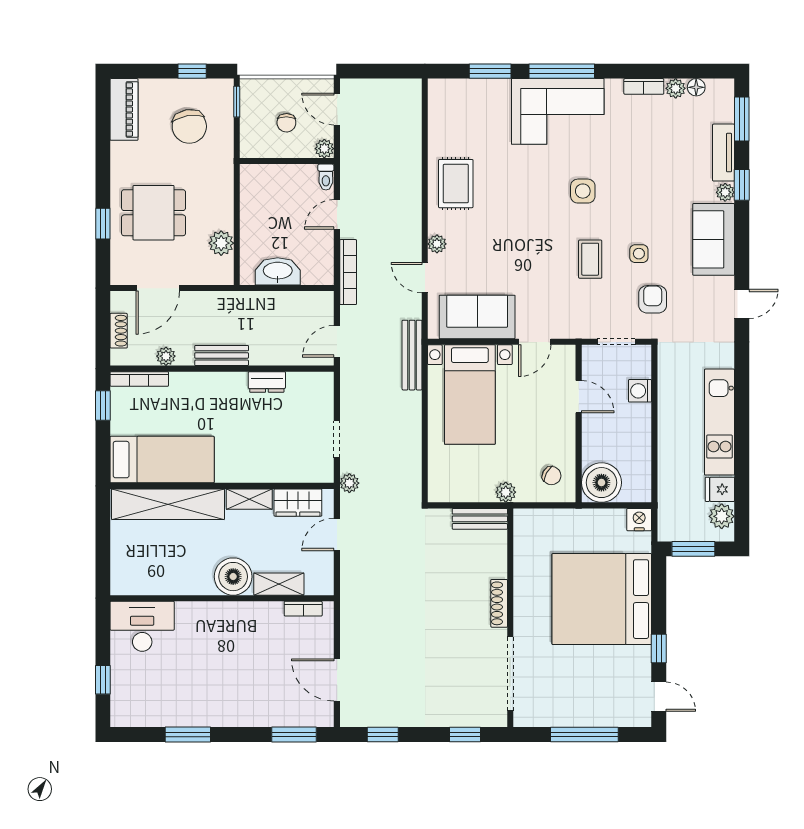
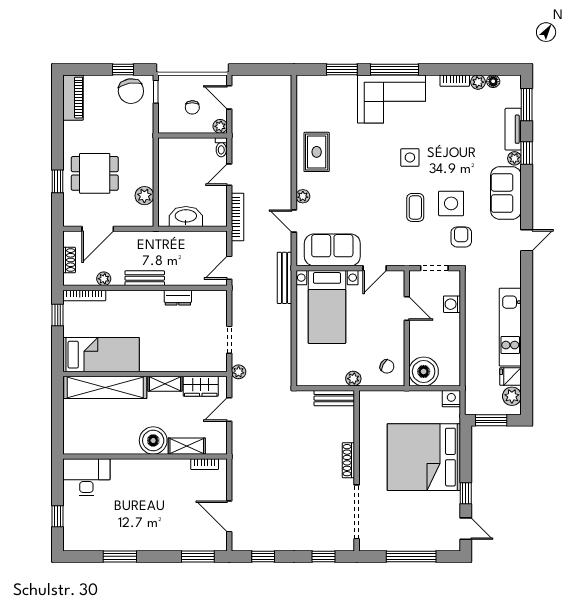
chair: (189, 126) -> (131, 91), moved
side table: (639, 254) -> (451, 203), width x1.87, depth x1.87

